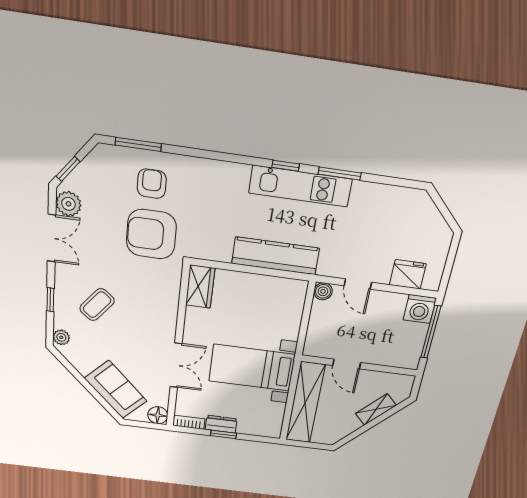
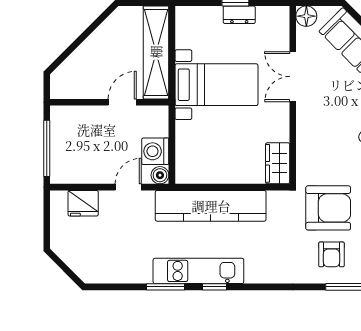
kitchen counter: (275, 256) -> (211, 206), width x1.39, depth x1.17
door: (358, 284) -> (128, 187), hinge flipped
washing machine: (420, 309) -> (155, 151), moved, turned -90
door: (347, 364) -> (122, 102), hinge flipped
shelving: (376, 409) -> (82, 55), removed
bookcase: (189, 422) -> (273, 12), removed

